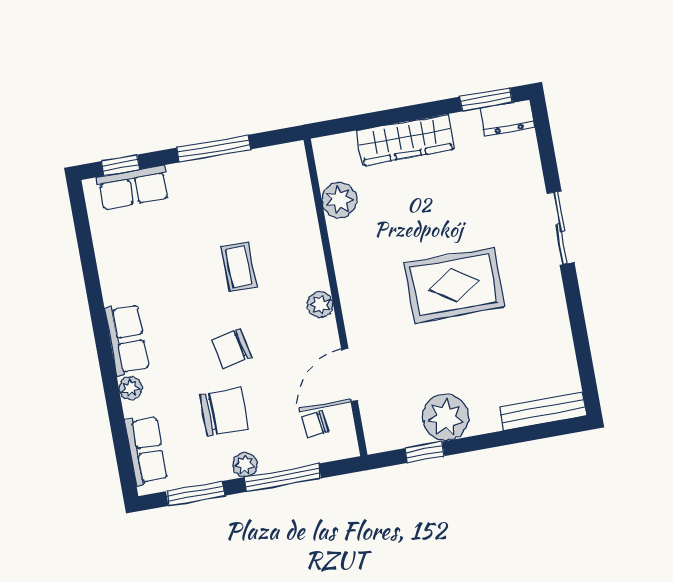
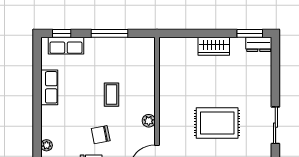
wardrobe: (405, 140) -> (214, 46), width x0.67
plant: (339, 200) -> (168, 70), removed
sliding door: (561, 228) -> (275, 125), moved
row of seats: (127, 340) -> (49, 87), moved

